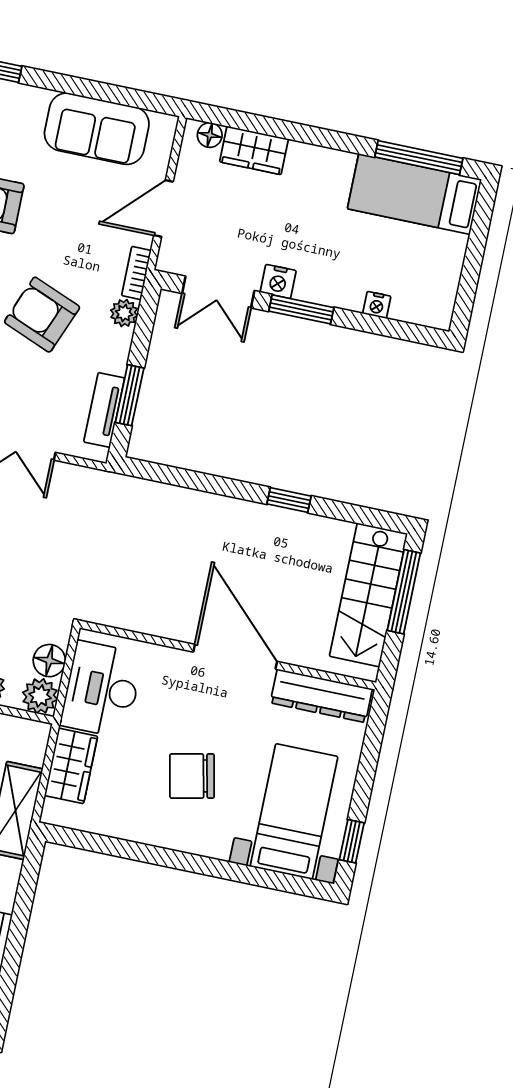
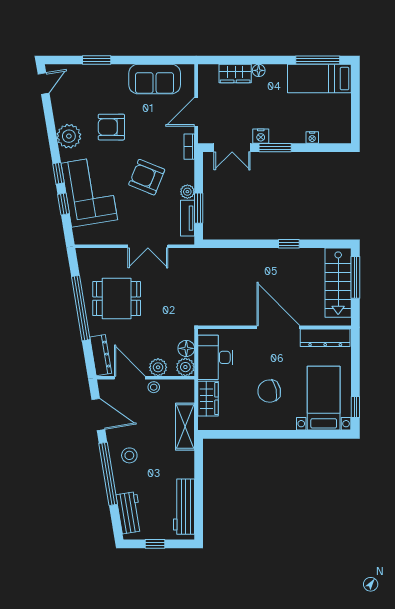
floor lamp: (210, 135) -> (259, 70), moved
plant: (124, 313) -> (187, 192), moved

